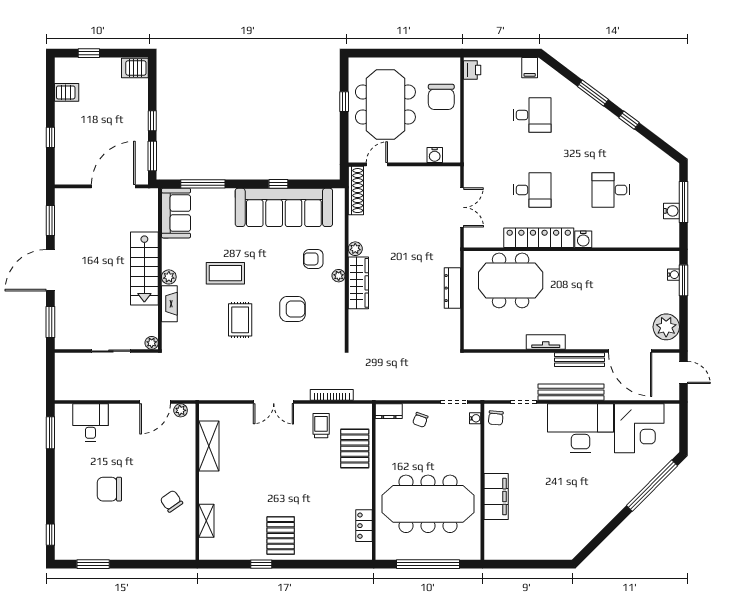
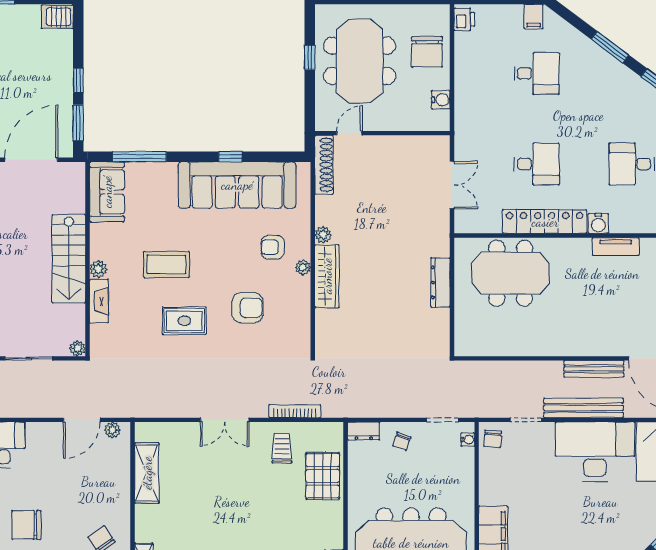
water cooler: (435, 155) -> (441, 100), moved, turned -90
rug: (240, 320) -> (184, 321), turned 90
tv unit: (546, 342) -> (616, 246), moved, turned 180

